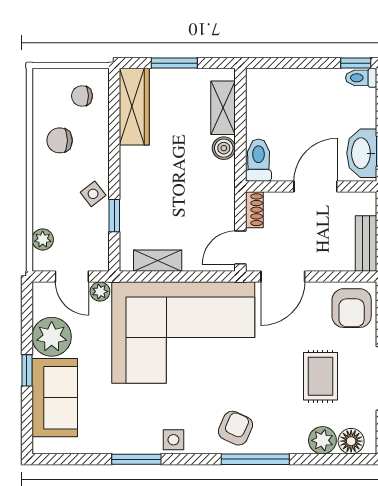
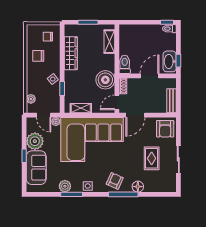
wardrobe: (134, 107) -> (71, 53), moved
boiler: (224, 148) -> (105, 80), moved, width x1.86, depth x1.86
plant: (322, 440) -> (65, 186), moved
floor lamp: (351, 441) -> (138, 187), moved

